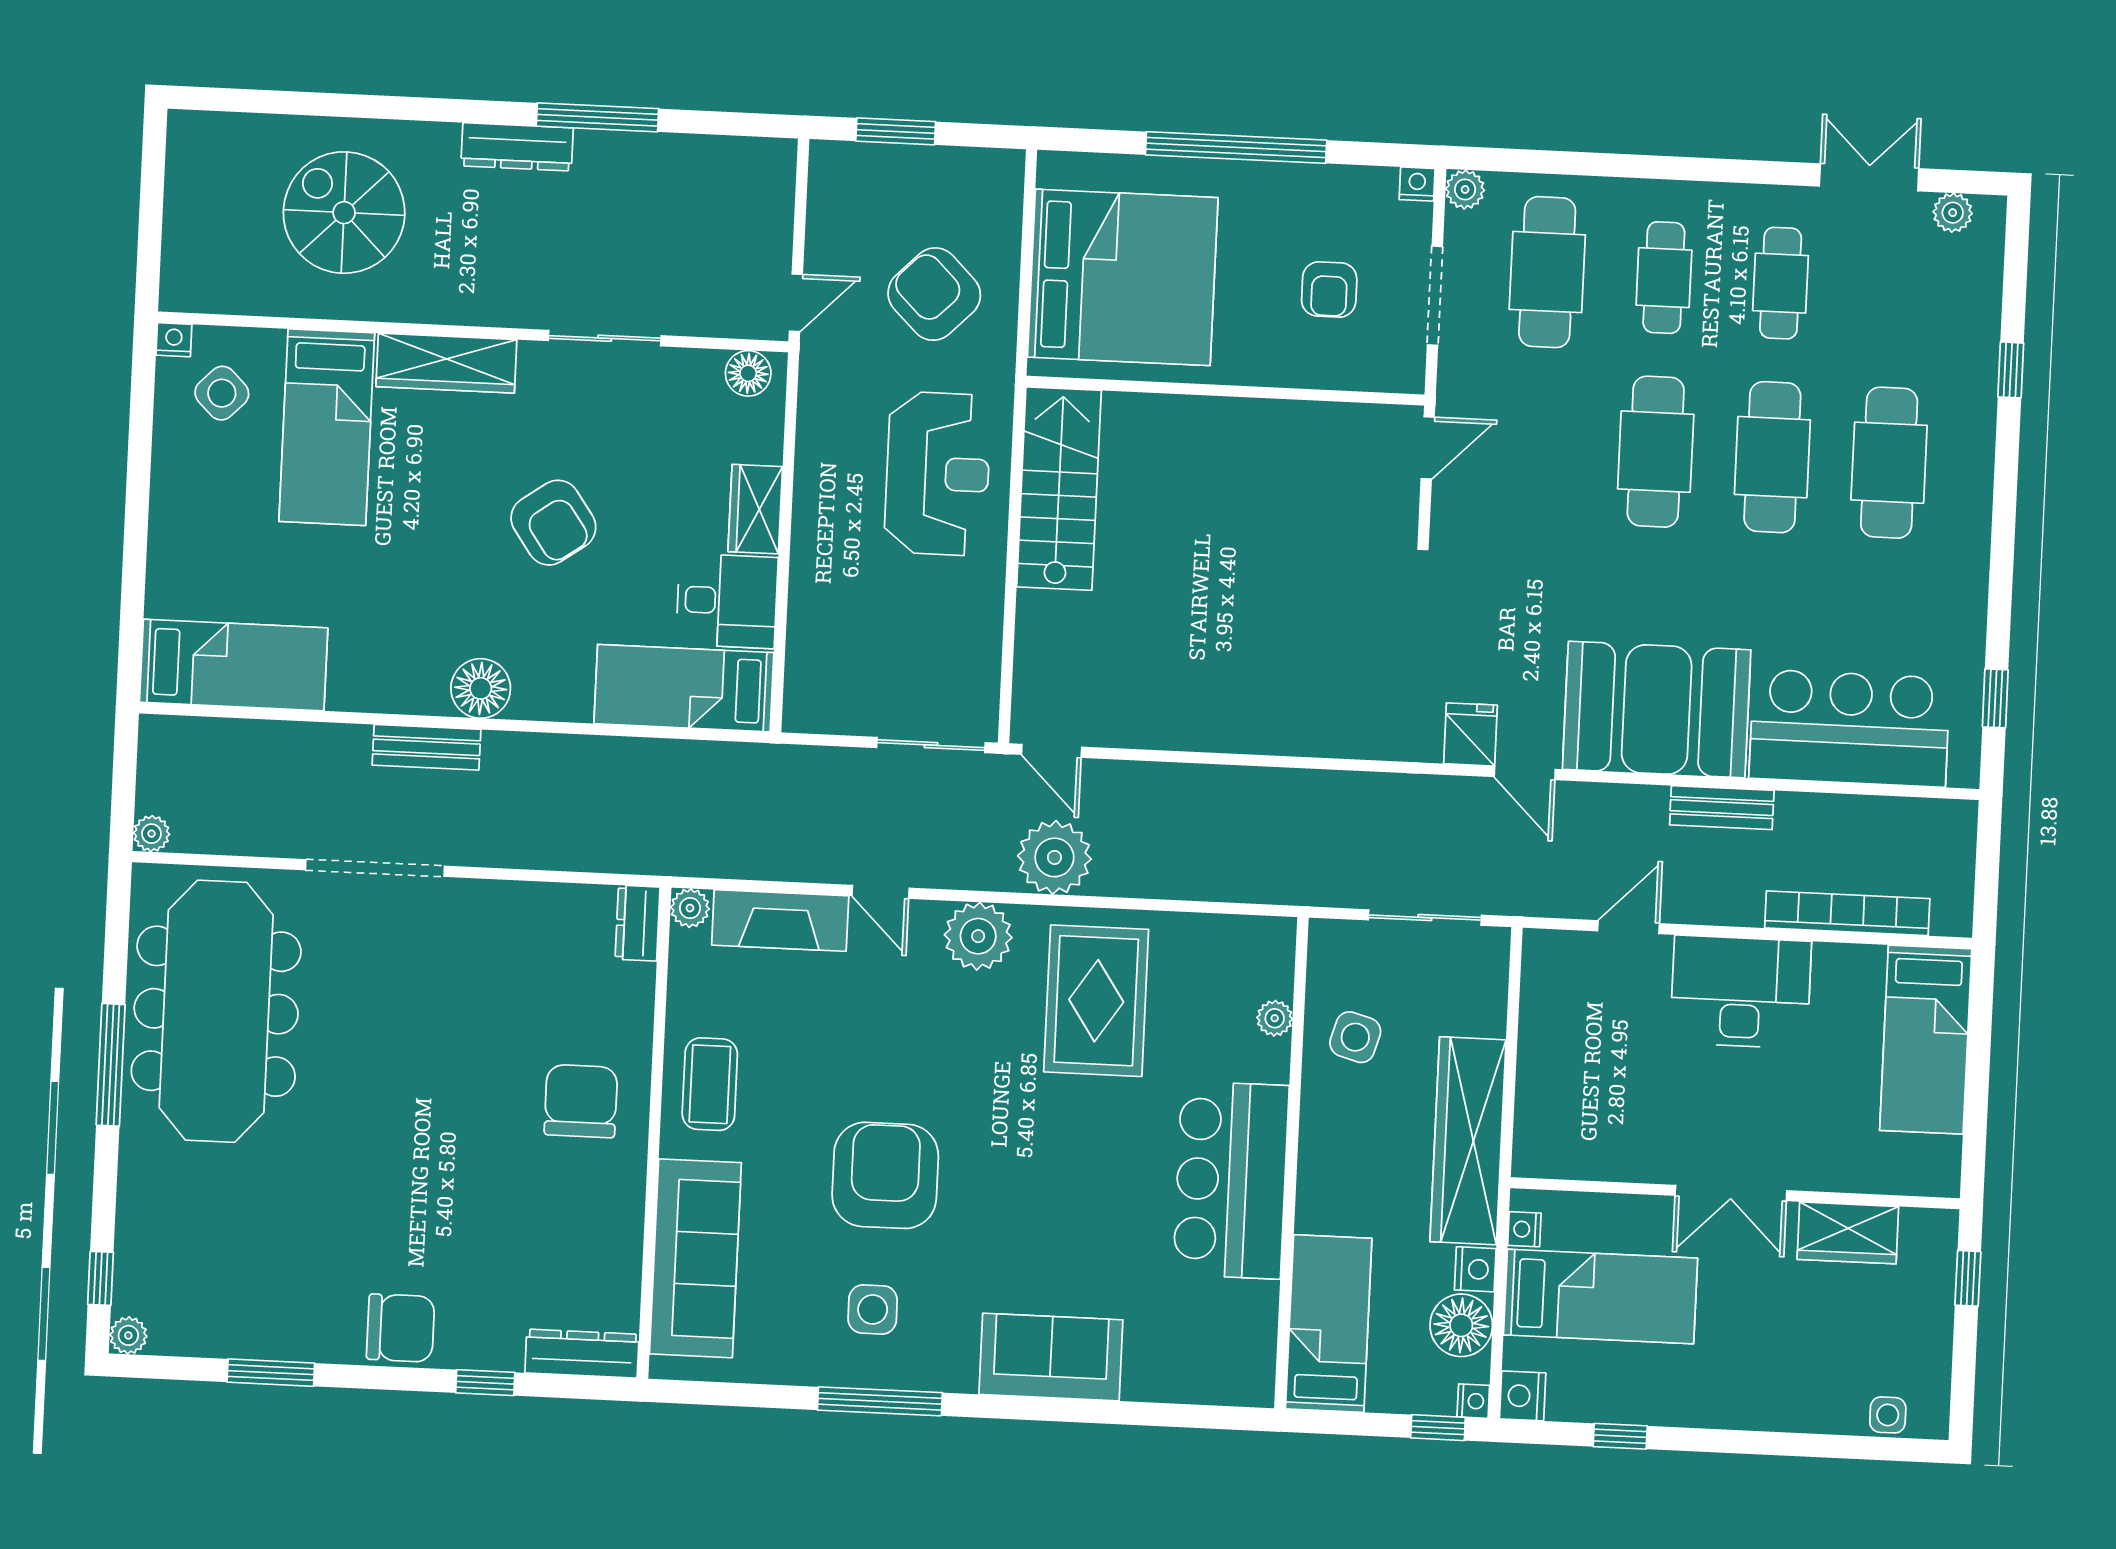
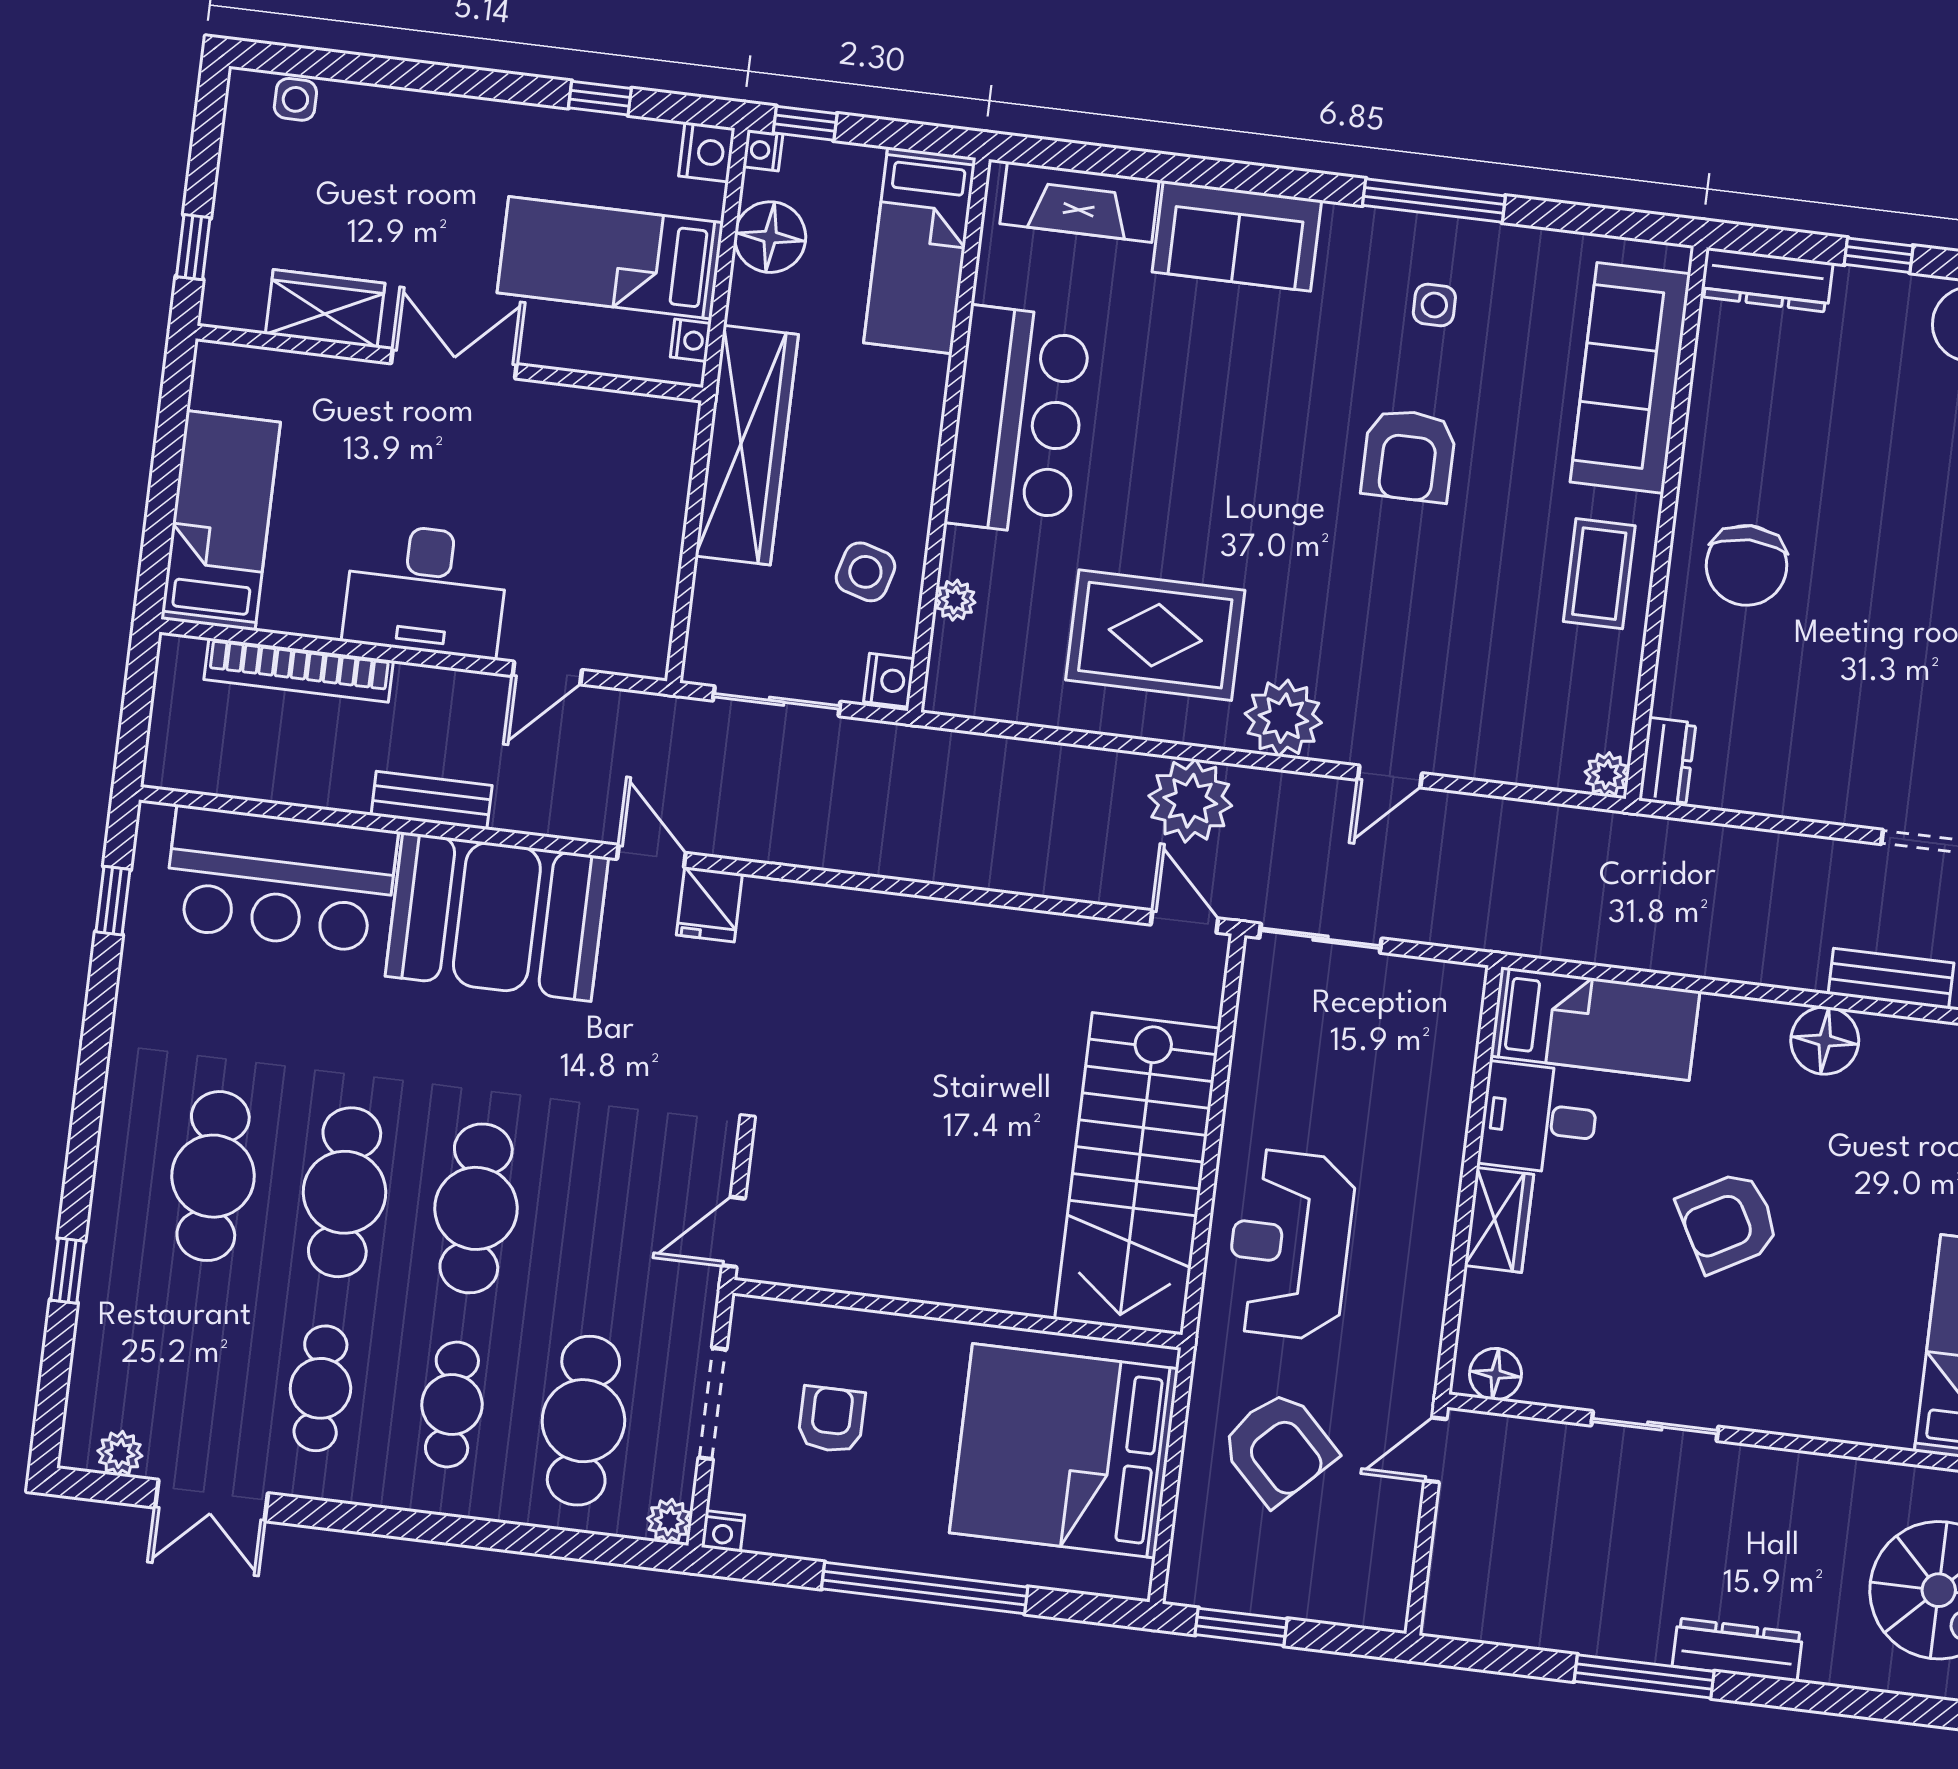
window: (896, 131) -> (1241, 1627), moved
wardrobe: (446, 363) -> (1836, 1411), removed
stairs: (1059, 489) -> (1137, 1174), width x1.36, depth x1.51
armchair: (553, 523) -> (1728, 1222), turned -84
door: (881, 892) -> (1390, 777), swing flipped
fireplace: (780, 920) -> (1080, 202), moved, turned 180
rug: (1096, 1001) -> (1155, 635), turned 90
armchair: (885, 1175) -> (1409, 456), width x0.73, depth x0.73
nightstand: (1475, 1269) -> (889, 680), moved, turned 180
side table: (873, 1309) -> (1434, 305), width x0.73, depth x0.73

